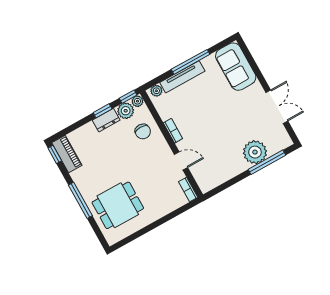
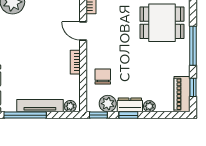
plant: (137, 101) -> (149, 106), moved
window: (55, 154) -> (193, 87), moved

